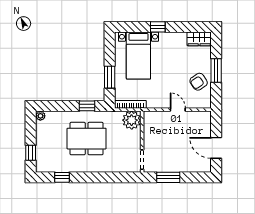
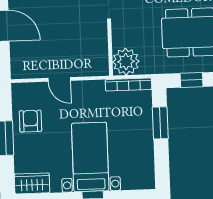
bed with nightstands: (138, 56) -> (90, 157), moved
armchair: (199, 82) -> (30, 121), turned -56

